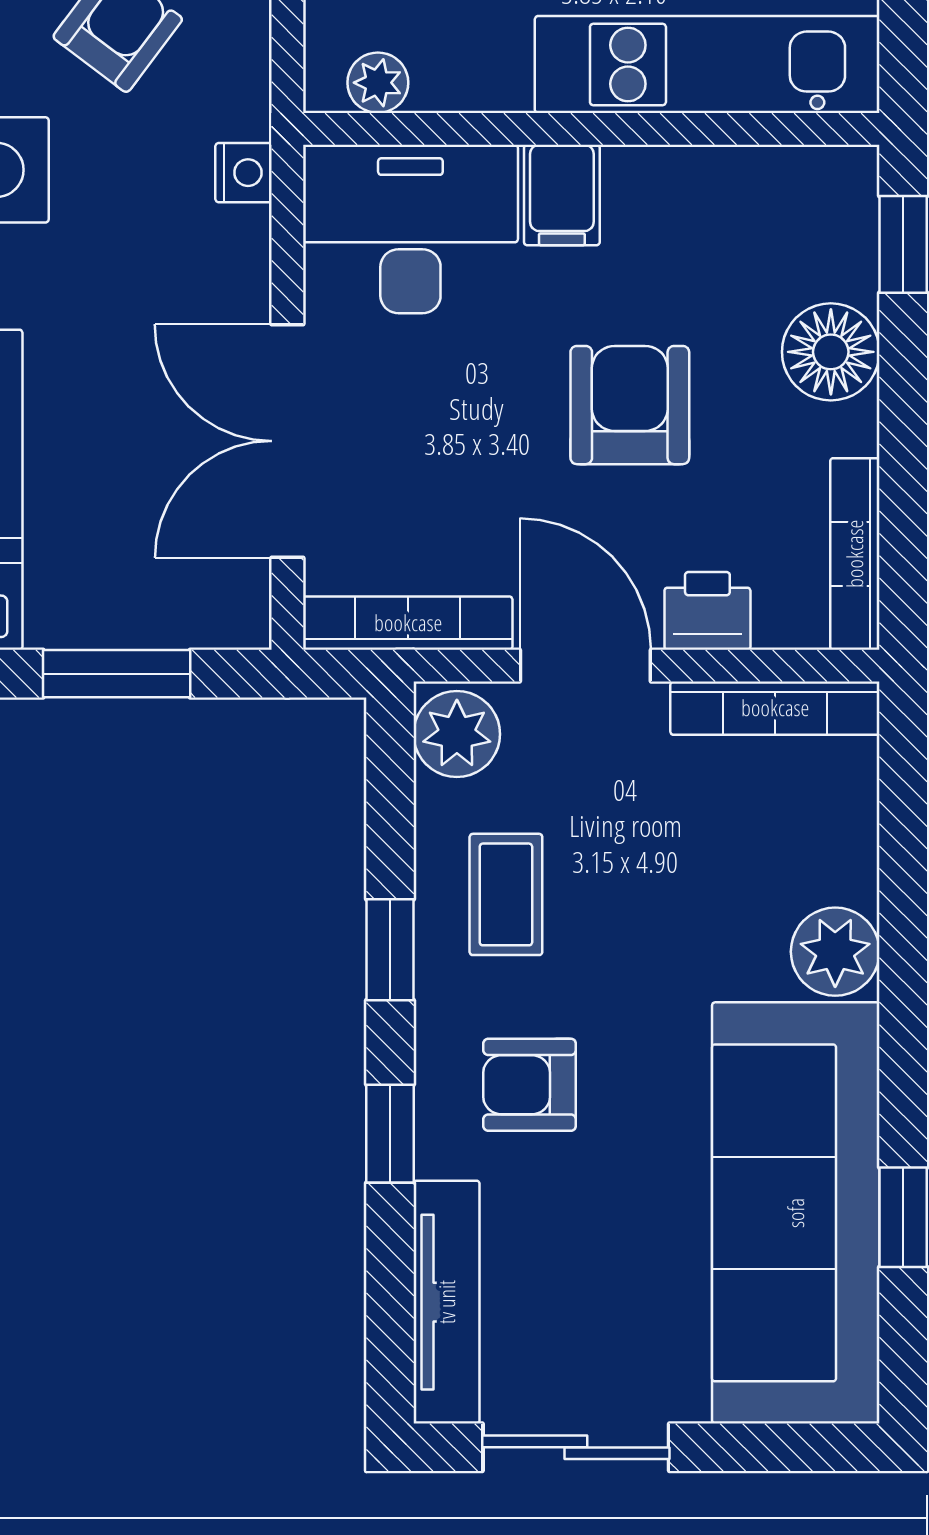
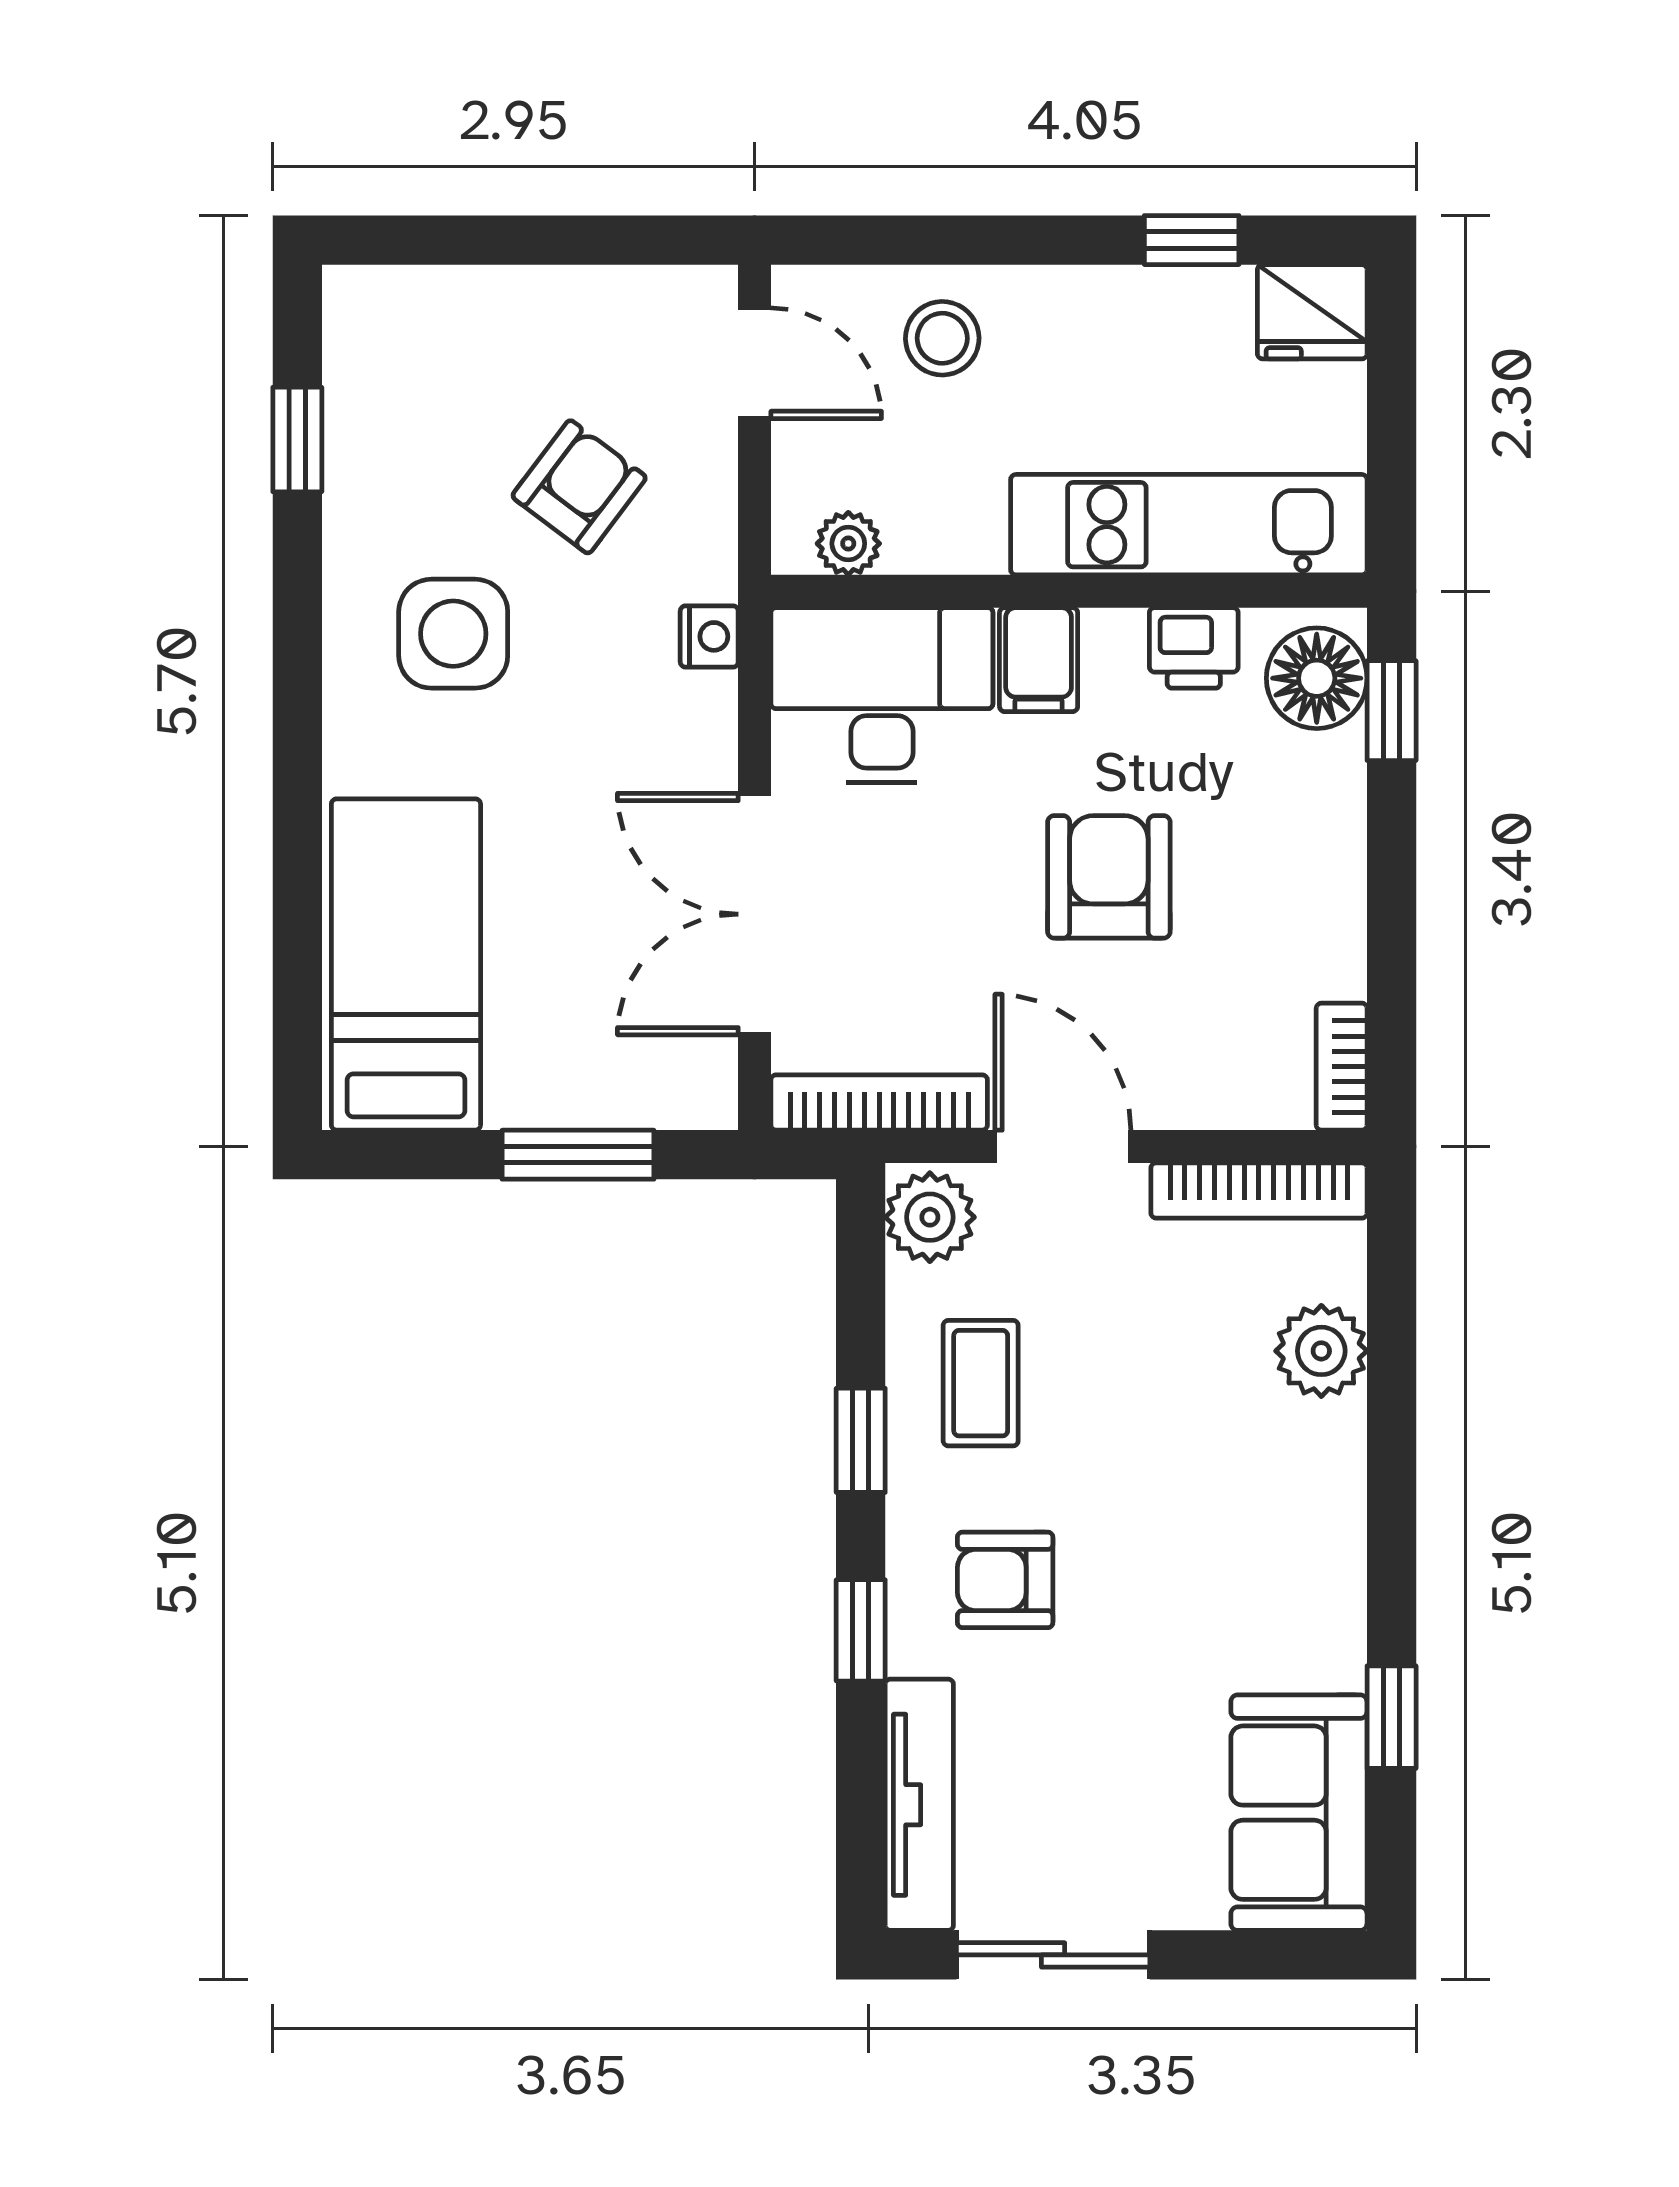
floor lamp: (831, 352) -> (1317, 678), moved
bookcase: (855, 554) -> (1342, 1067), width x0.64
printer: (707, 611) -> (1194, 648), moved, turned 180
plant: (835, 952) -> (1321, 1351), moved
sofa: (796, 1213) -> (1299, 1813), width x0.54, depth x0.79

